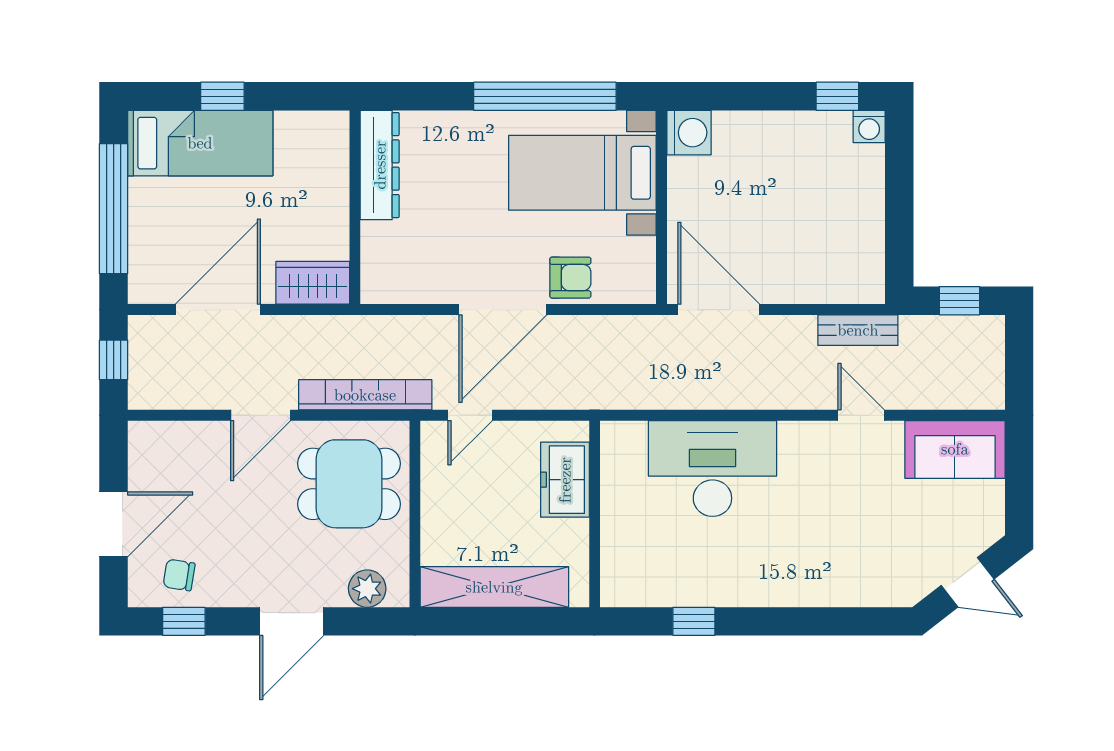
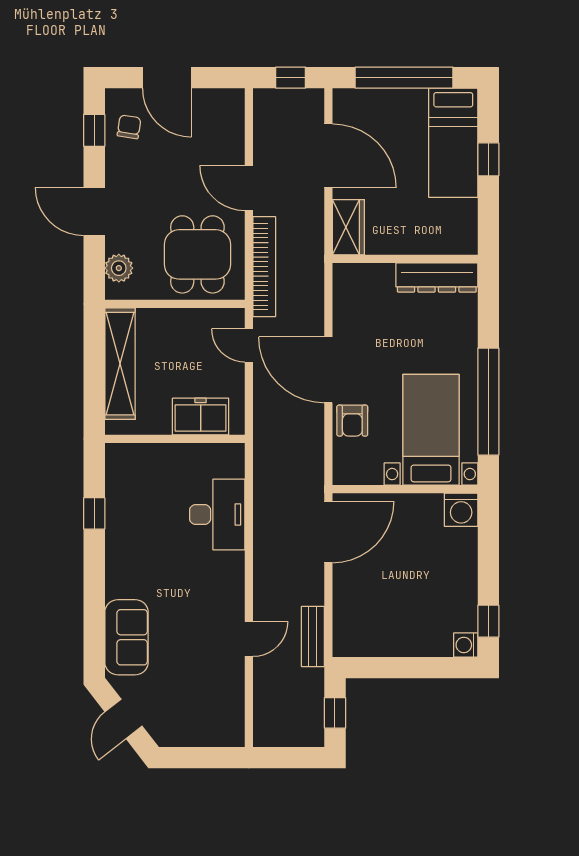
sofa: (955, 449) -> (126, 637), moved, turned 180
desk: (712, 468) -> (217, 514), width x0.73, depth x0.77

